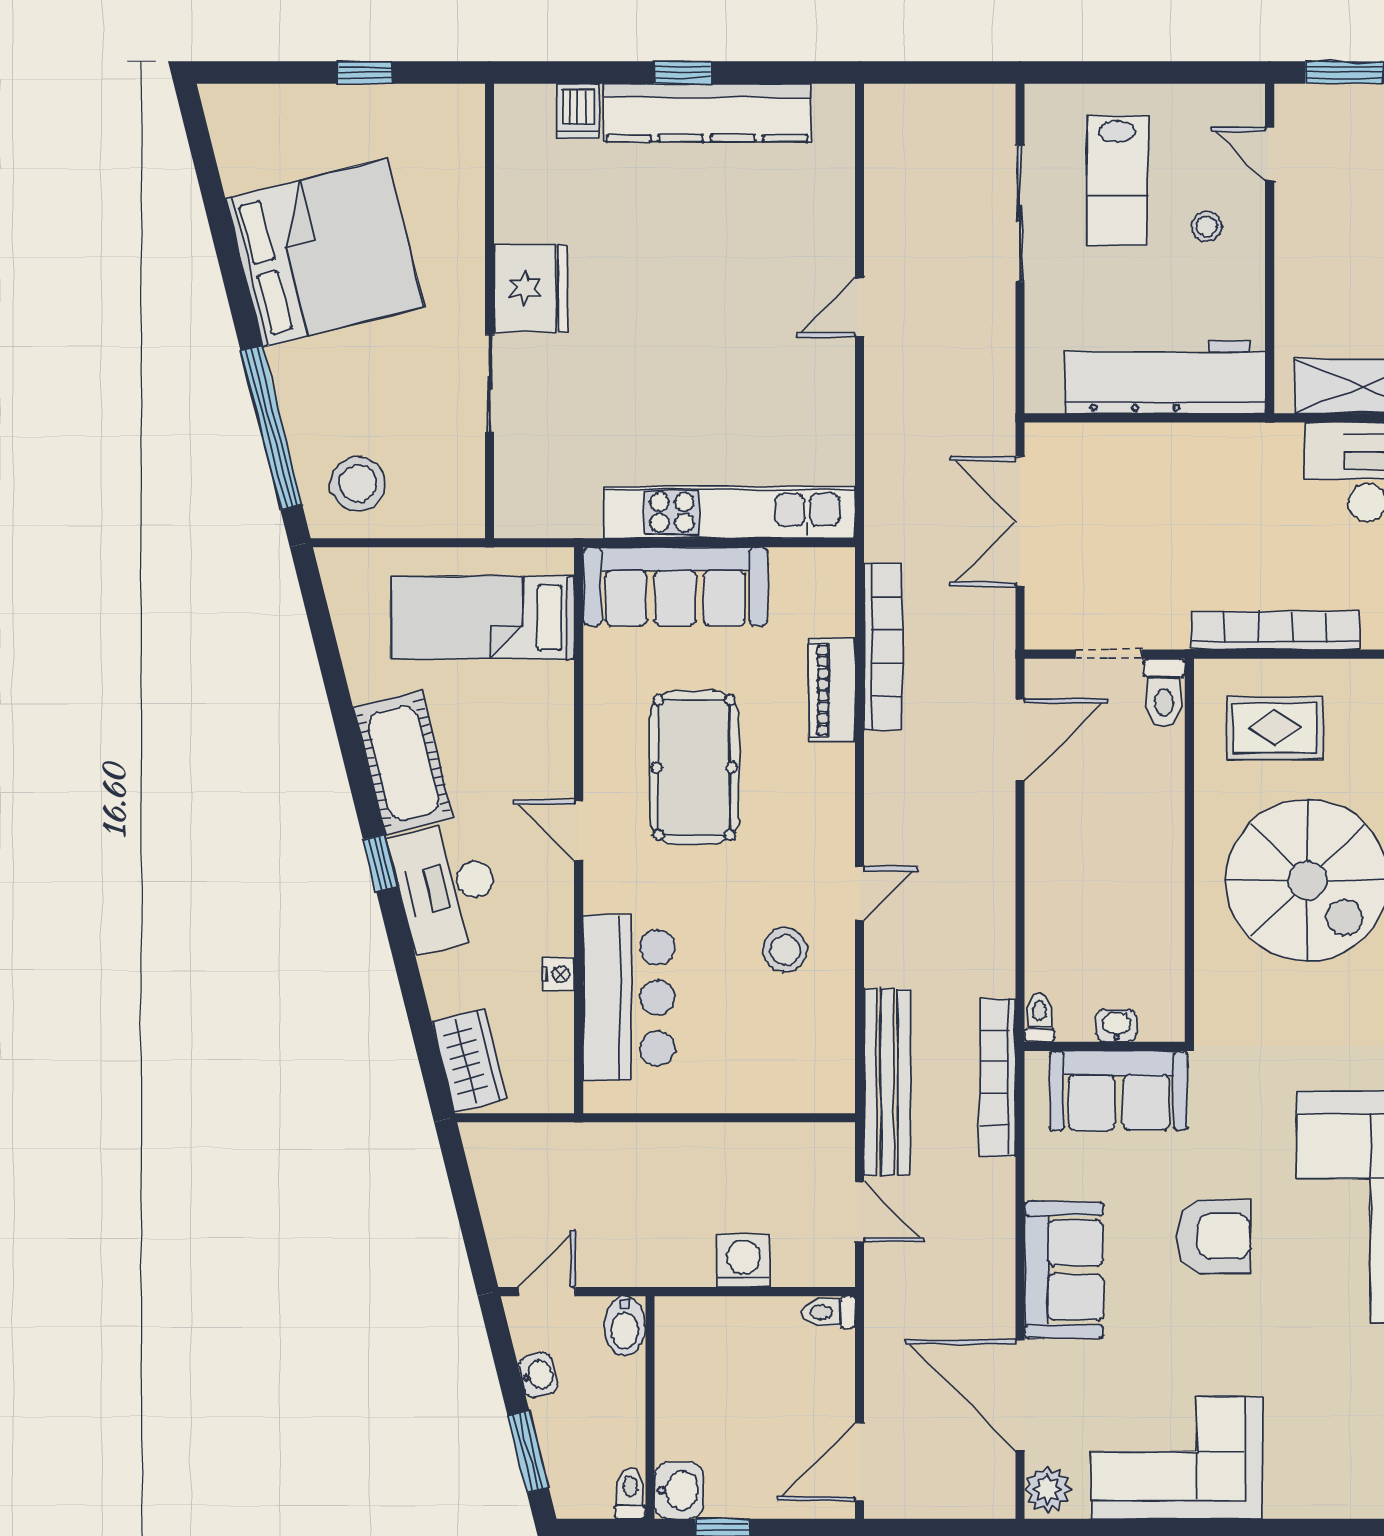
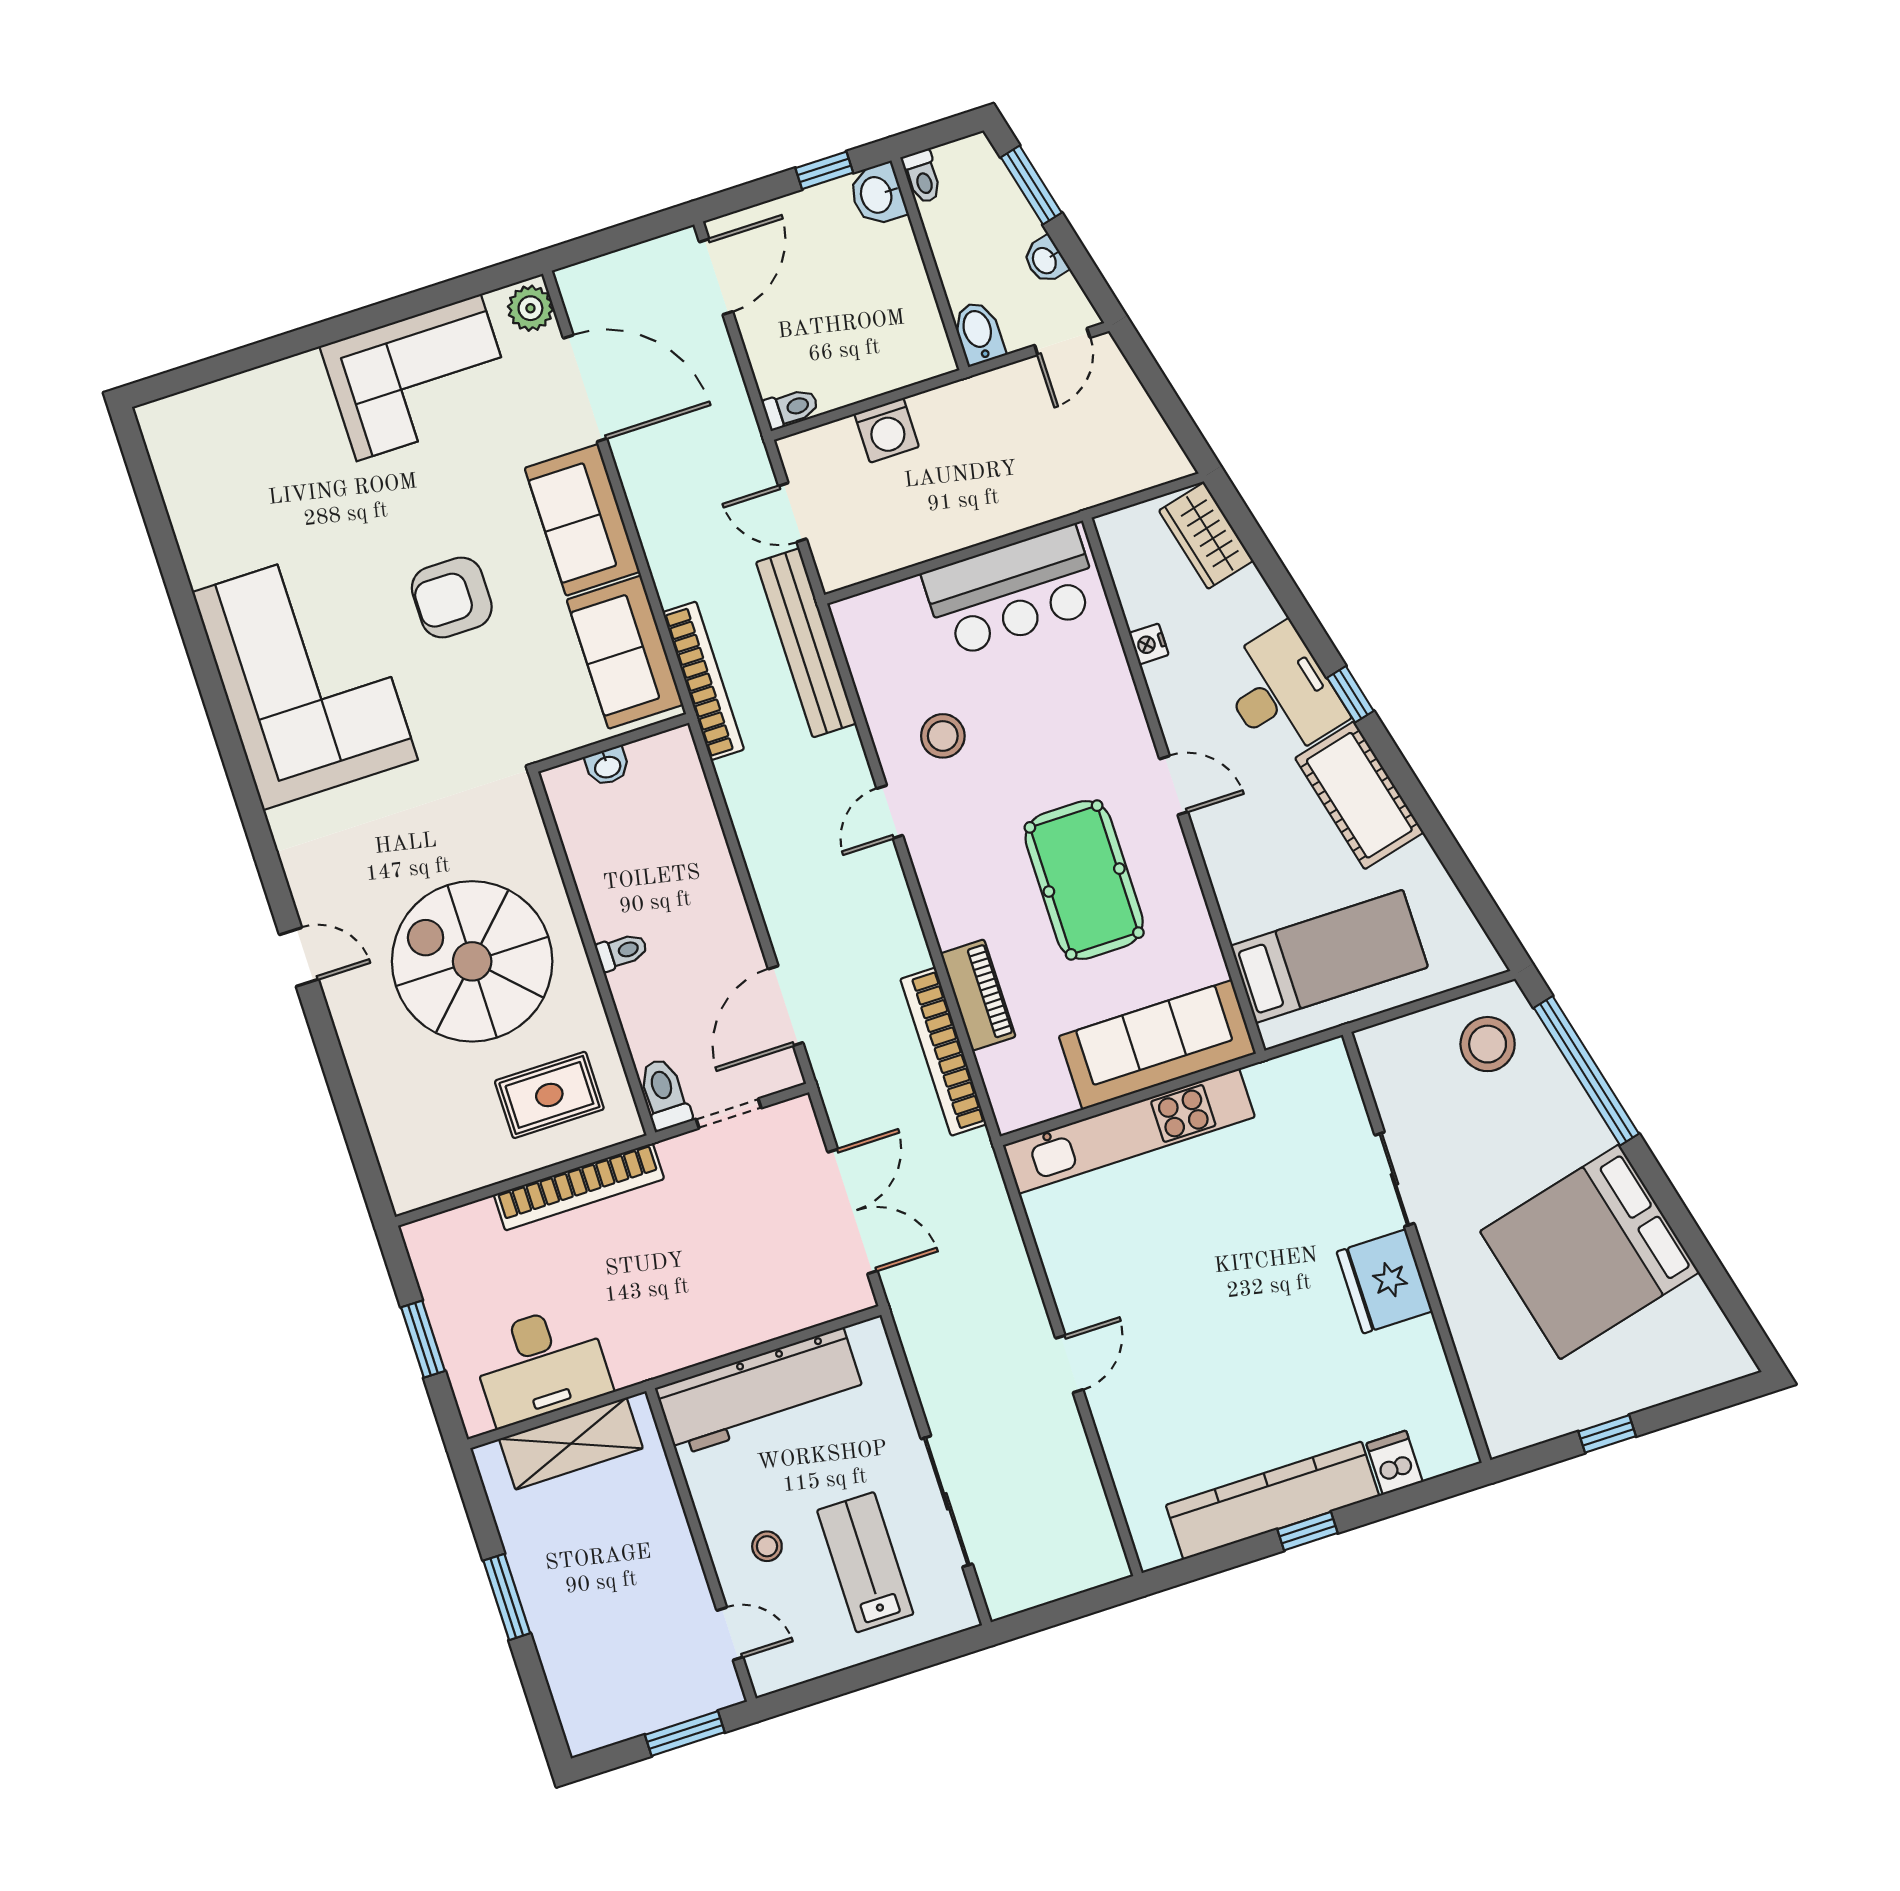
bar counter: (629, 998) -> (1012, 591), moved, turned -90
toilet: (1039, 1018) -> (622, 951), moved, turned -90
sofa: (1119, 1091) -> (625, 652), moved, turned -90

